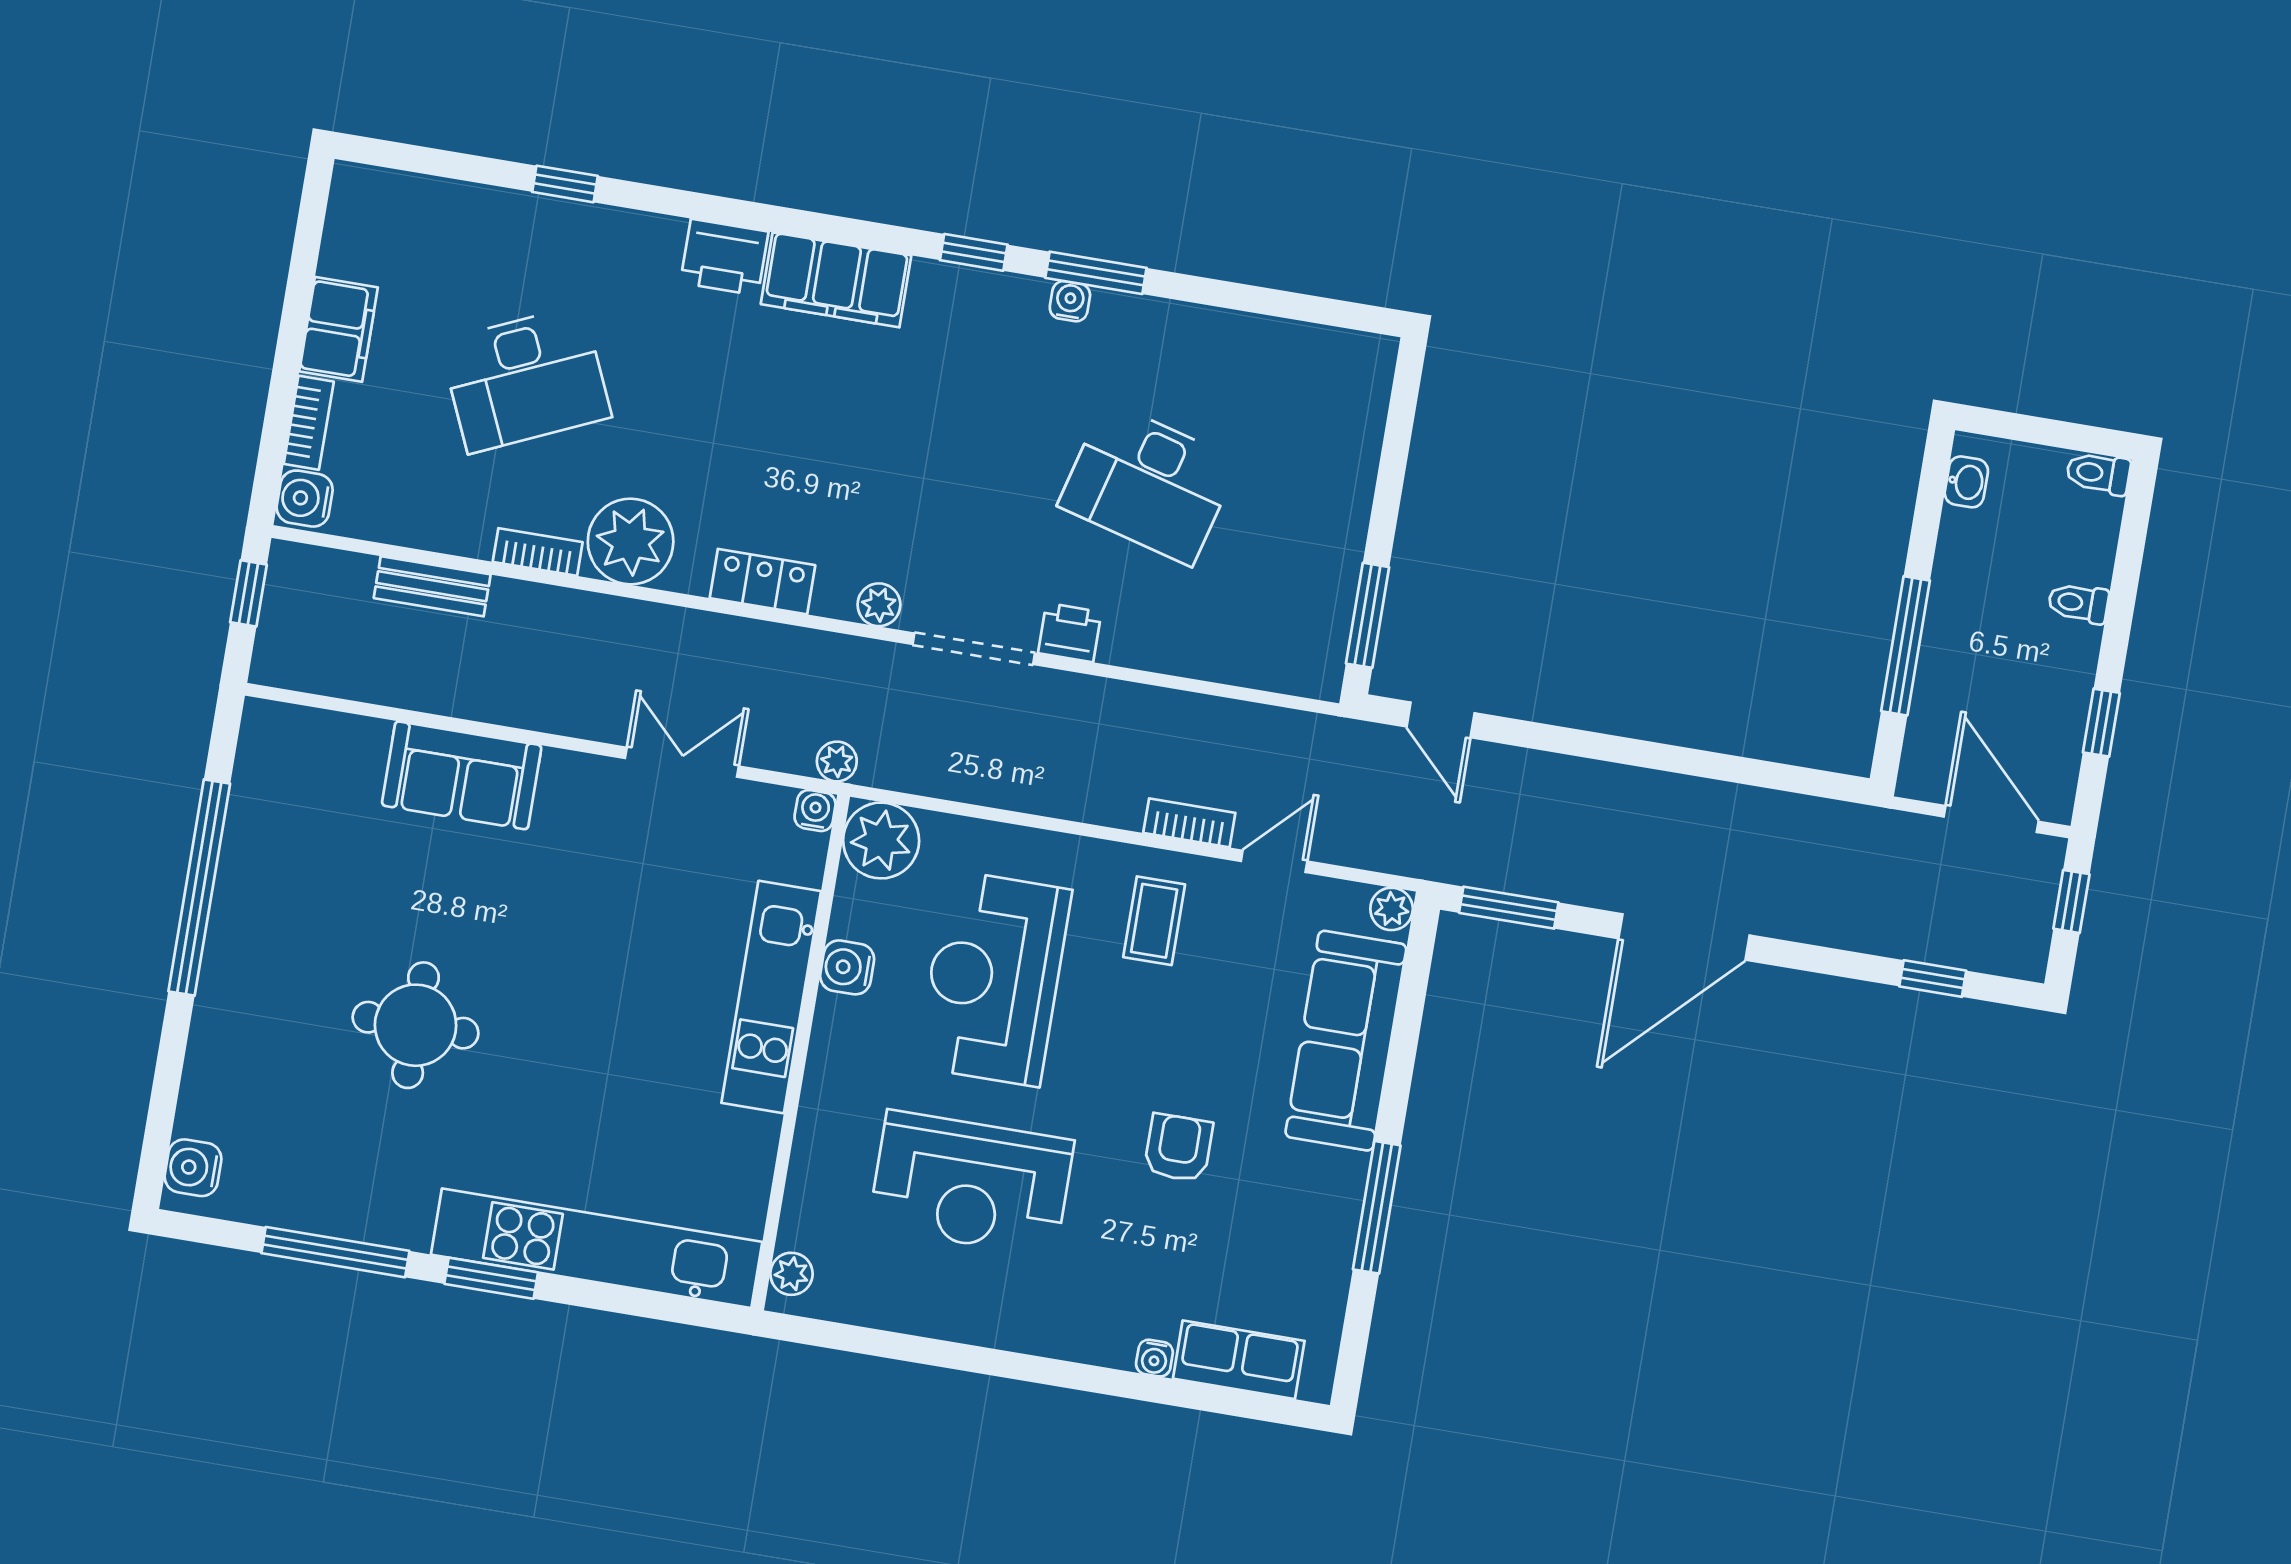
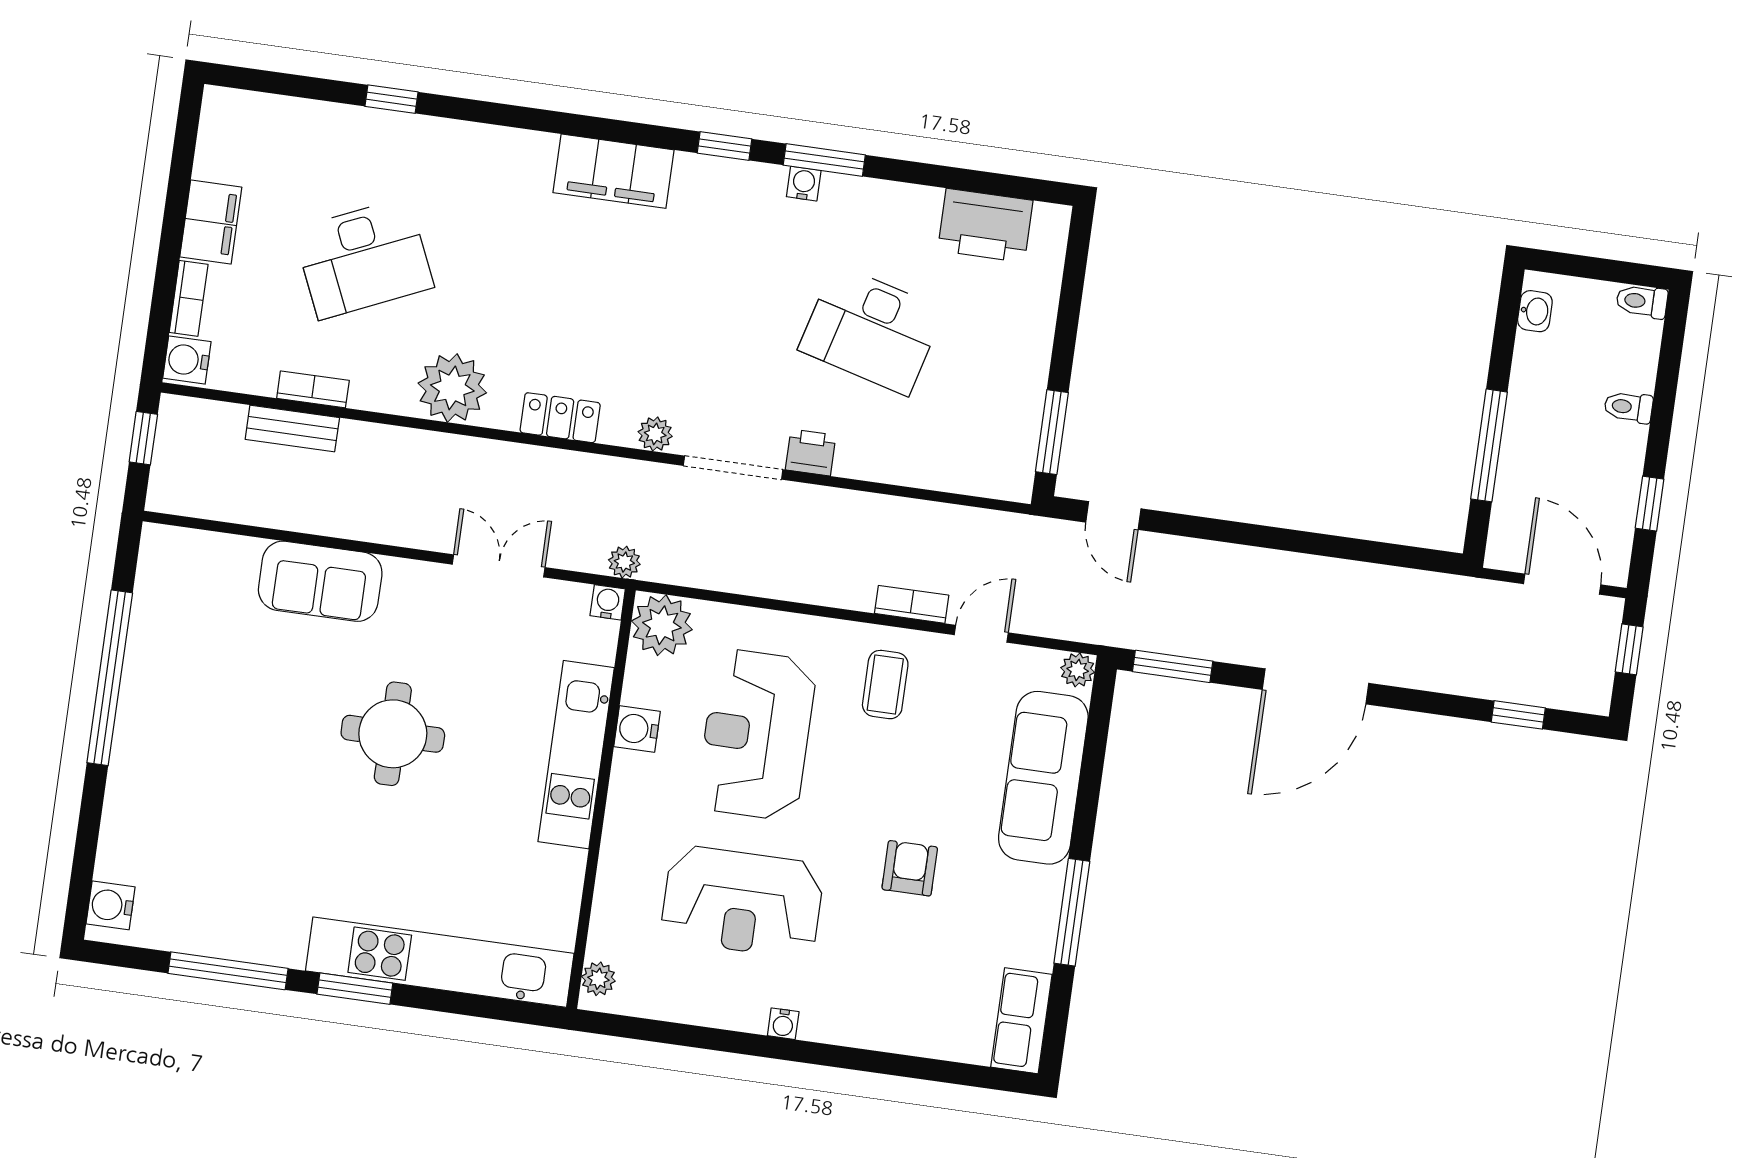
printer: (724, 257) -> (985, 225), moved, width x1.37, depth x1.19
bookcase: (538, 552) -> (313, 389), moved
round table: (416, 1025) -> (393, 734), moved
water cooler: (1154, 1358) -> (783, 1024), moved
row of seats: (1239, 1360) -> (1021, 1021), moved, turned -90

